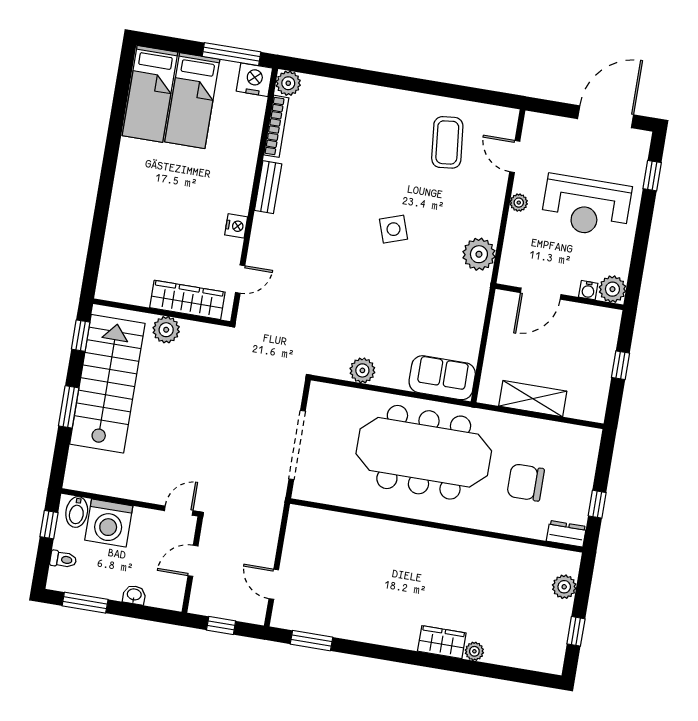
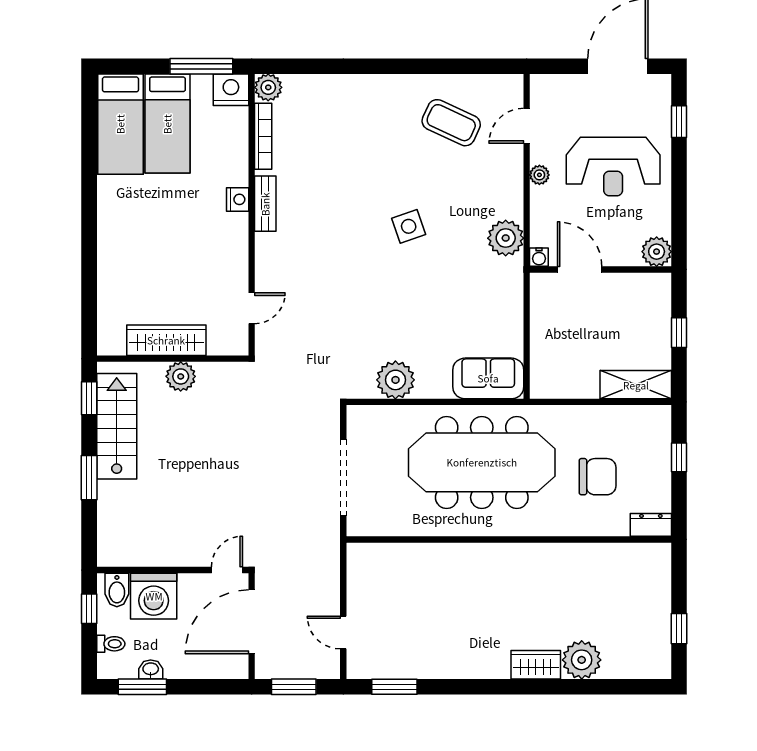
coffee table: (447, 142) -> (451, 123), turned -59
door: (515, 156) -> (527, 126), hinge flipped
nightstand: (236, 226) -> (238, 199), moved
water cooler: (588, 290) -> (539, 257), moved
door: (541, 294) -> (580, 269), swing flipped
wardrobe: (187, 300) -> (166, 340), moved
plant: (362, 370) -> (395, 380), width x1.36, depth x1.36
stairs: (107, 384) -> (117, 426), width x0.73, depth x0.66
shelving: (533, 399) -> (636, 385), moved
chair: (526, 482) -> (598, 477), turned 180
window: (597, 504) -> (679, 457), moved
door: (193, 561) -> (252, 622), width x1.87
plant: (564, 587) -> (658, 583), removed
washbasin: (134, 595) -> (151, 669), moved
window: (221, 625) -> (294, 687), width x1.50
plant: (474, 651) -> (582, 660), width x1.88, depth x1.88

